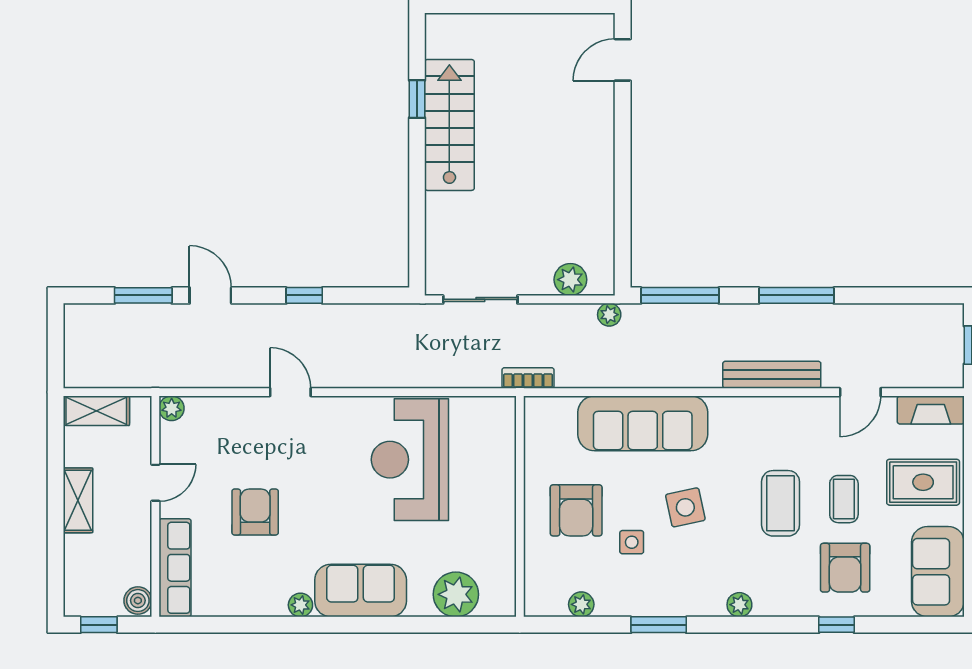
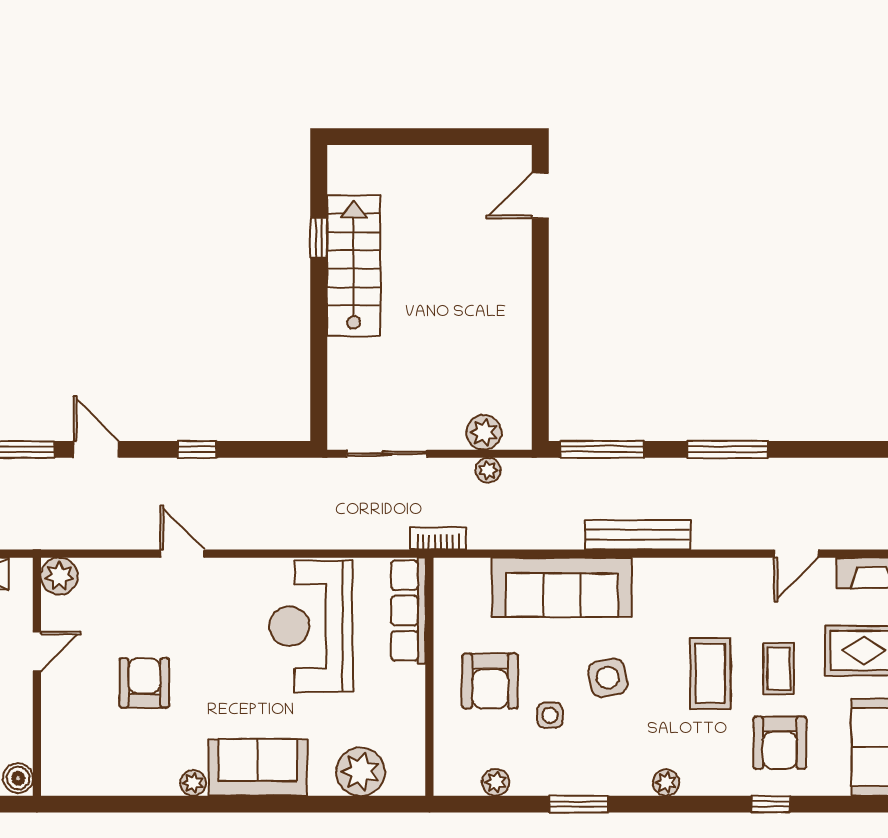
plant: (609, 315) -> (488, 470), moved
bench: (772, 375) -> (637, 535), moved
plant: (172, 408) -> (59, 576), width x1.38, depth x1.38
row of seats: (175, 568) -> (408, 611), moved, turned 180

